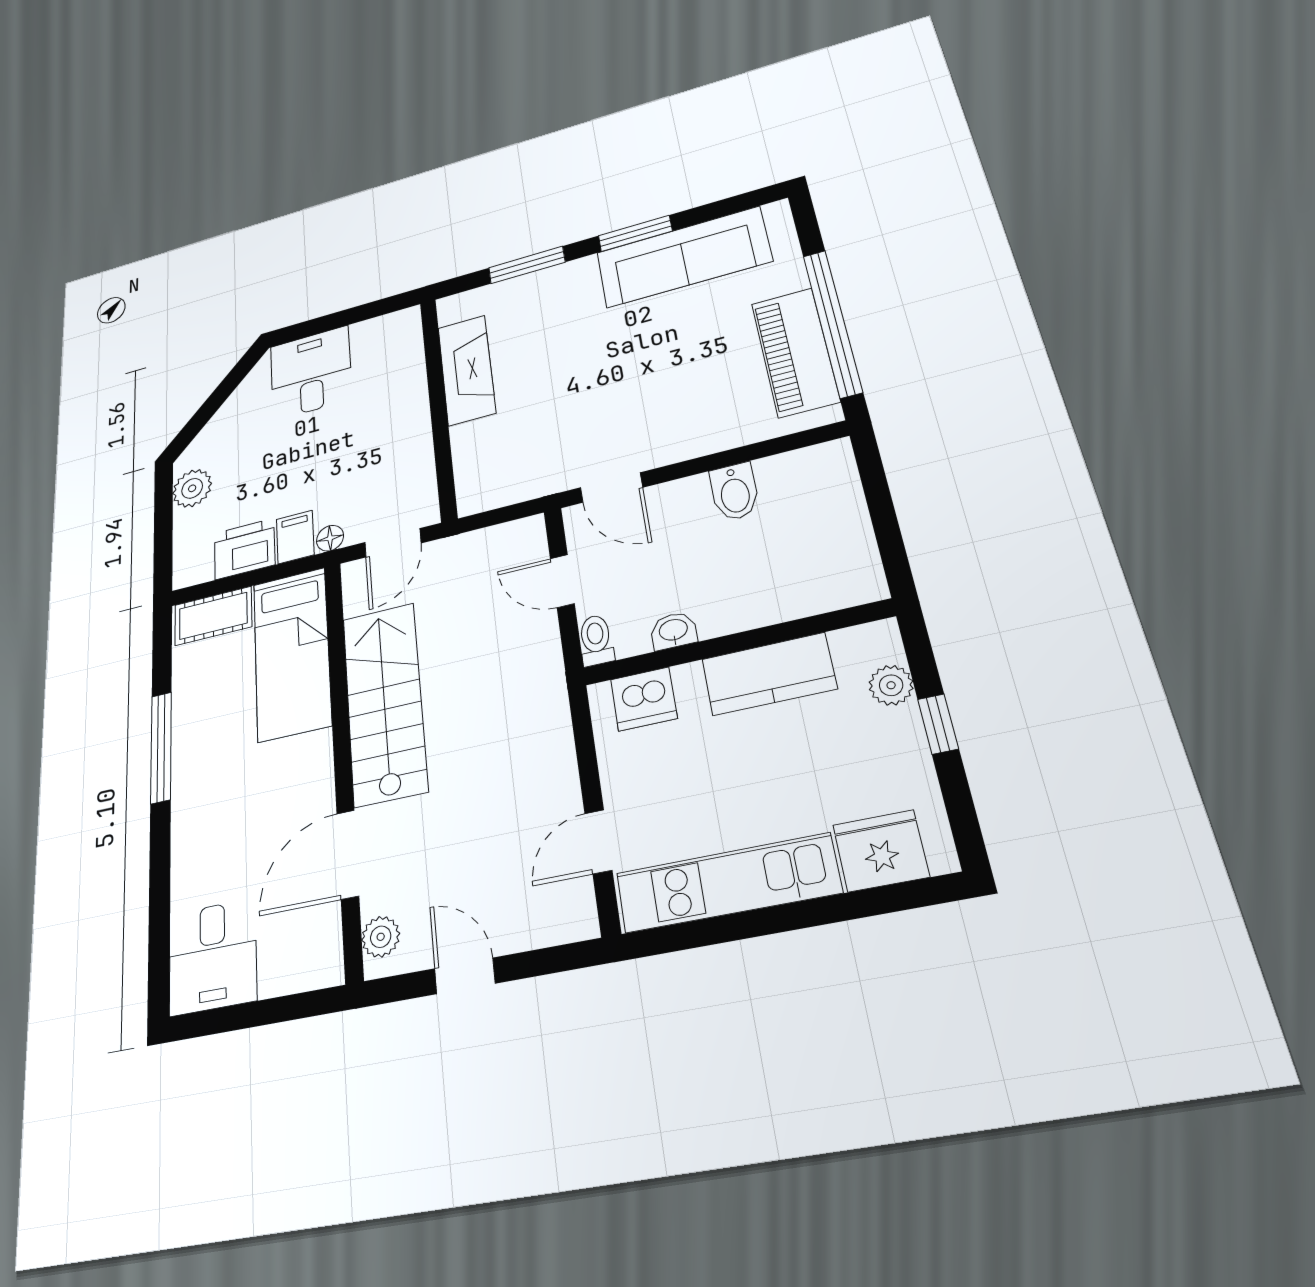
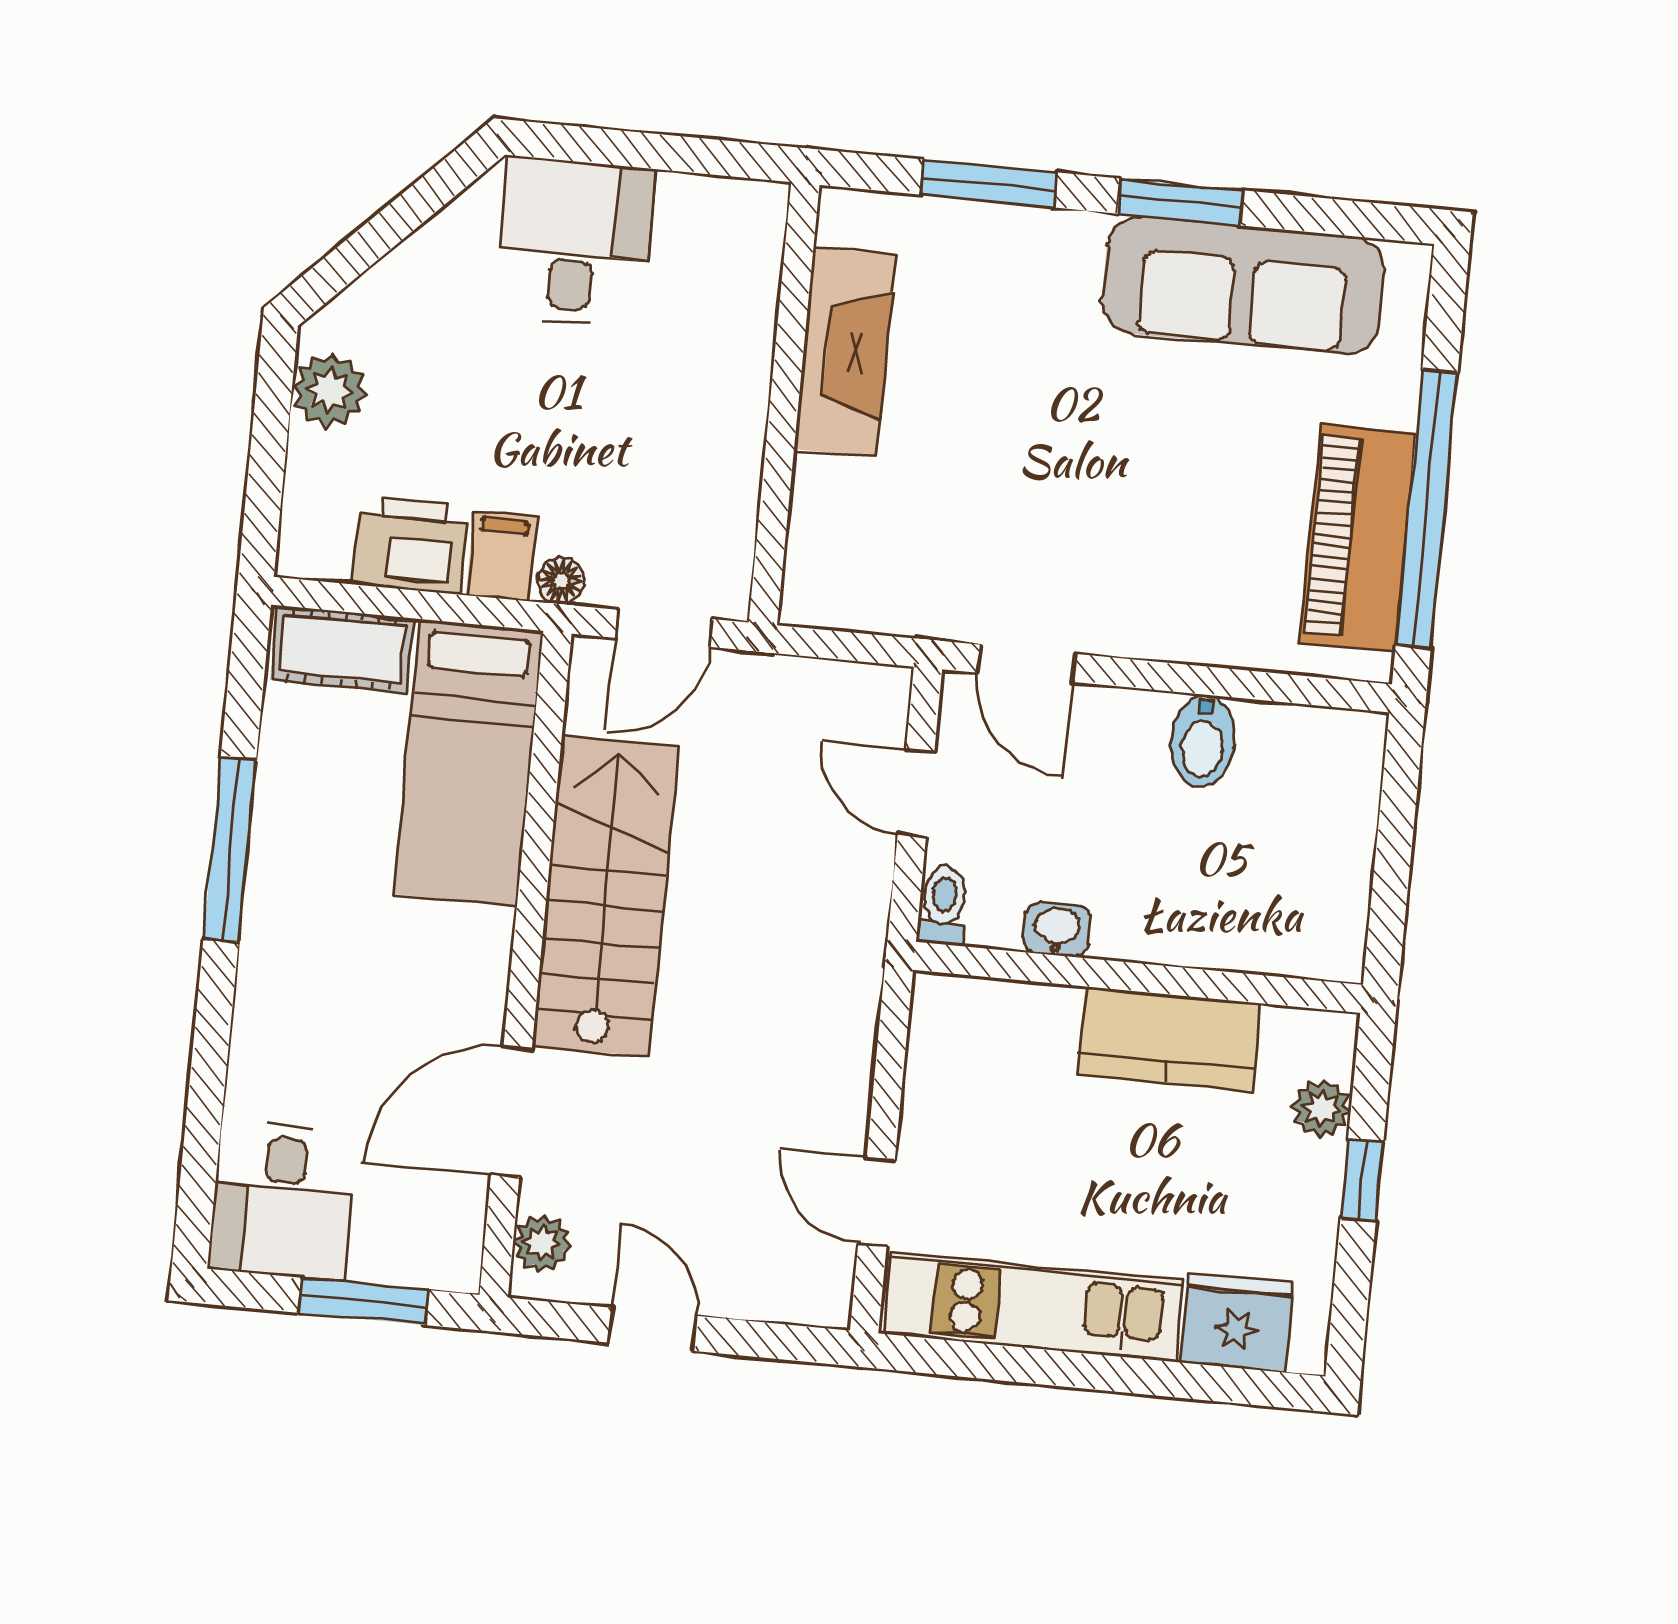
dishwasher: (644, 699) -> (989, 1018), removed
door: (598, 842) -> (877, 1202), hinge flipped
window: (271, 1011) -> (364, 1301), added

